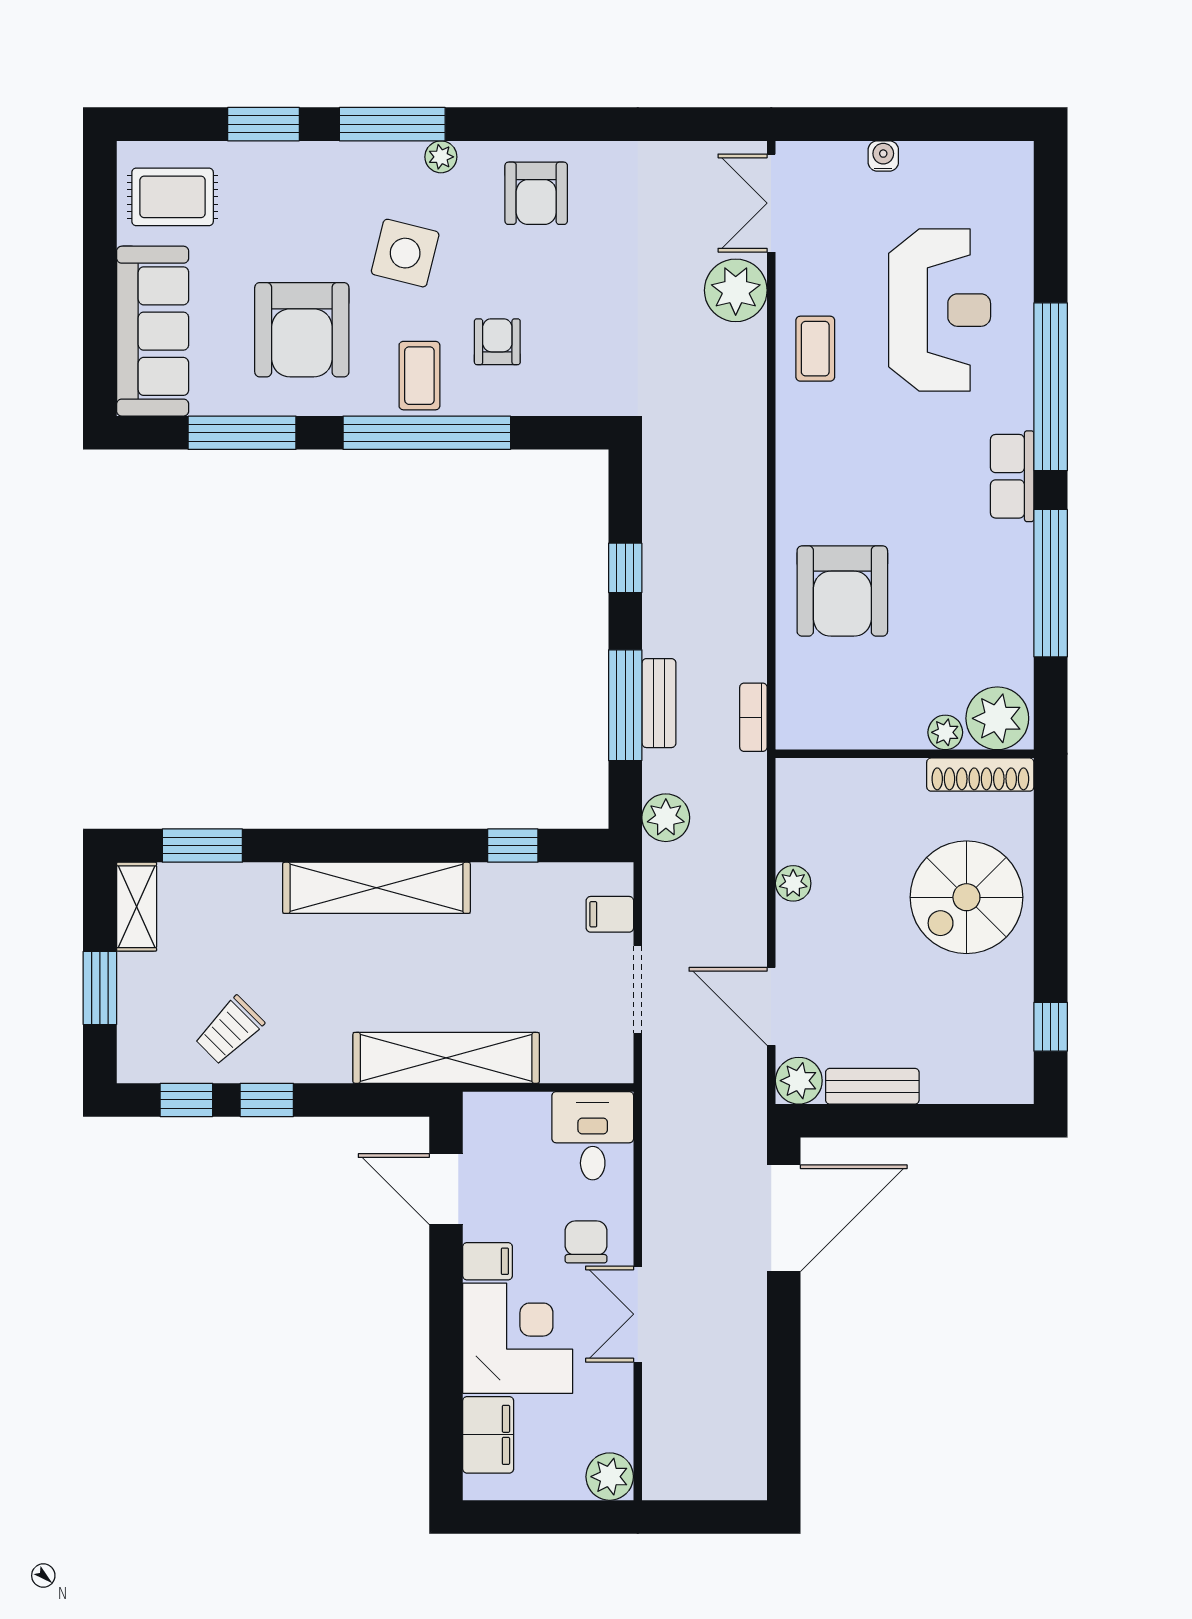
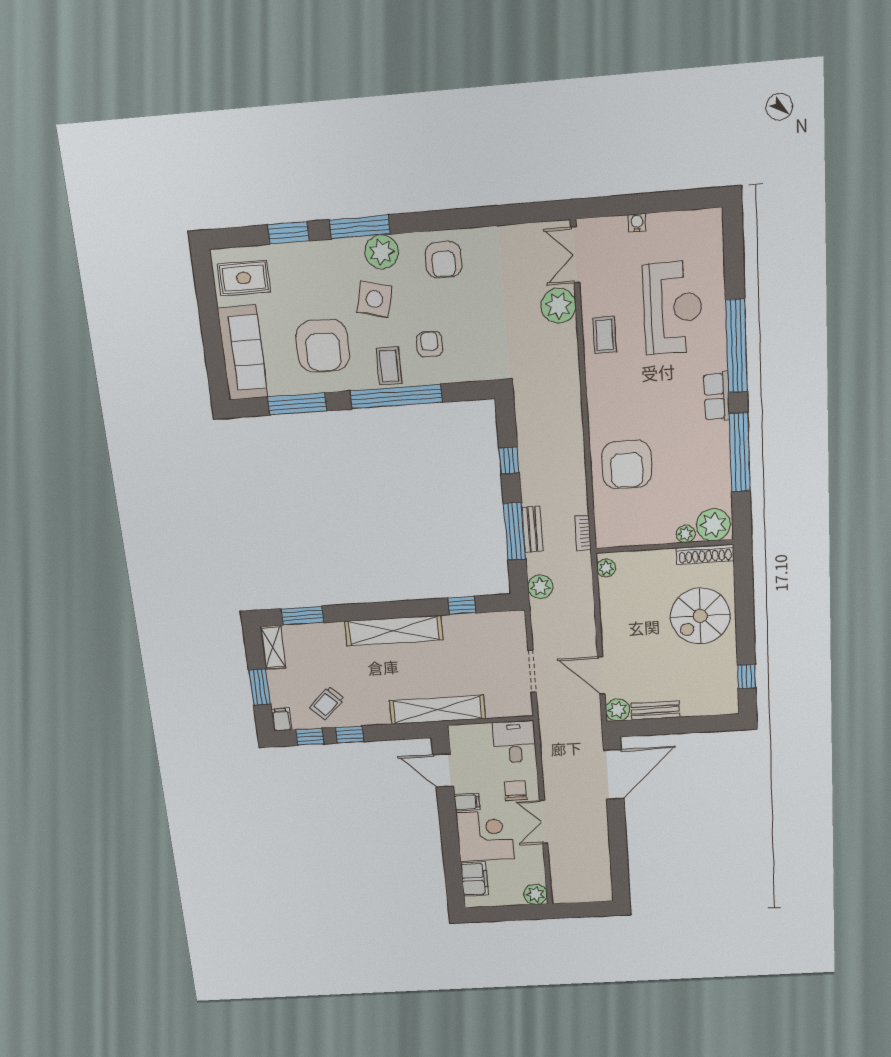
plant: (441, 157) -> (382, 252), width x1.87, depth x1.87
plant: (793, 883) -> (606, 568), moved
filing cabinet: (610, 914) -> (281, 720), moved, turned 90

